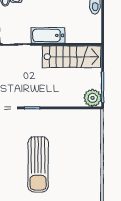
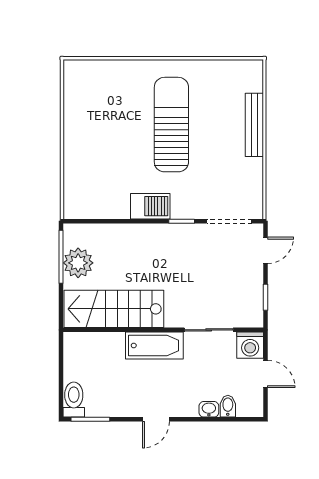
plant: (93, 98) -> (78, 263), moved
barbecue: (50, 117) -> (150, 206), added

